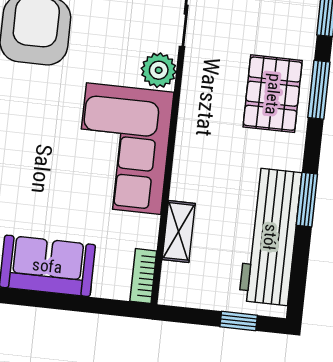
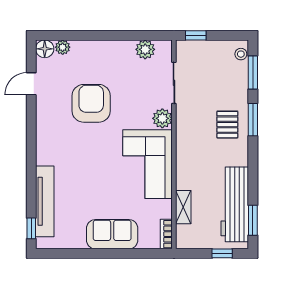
pallet: (273, 94) -> (227, 125), width x0.67, depth x0.71
window: (307, 200) -> (253, 220), moved

